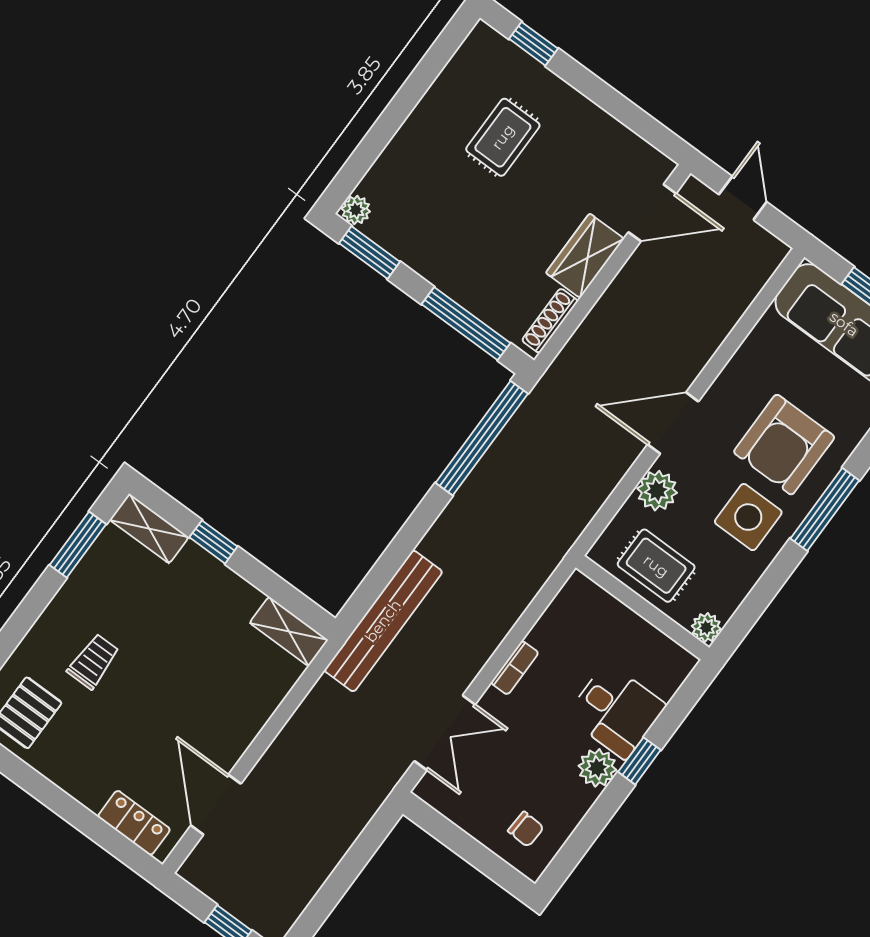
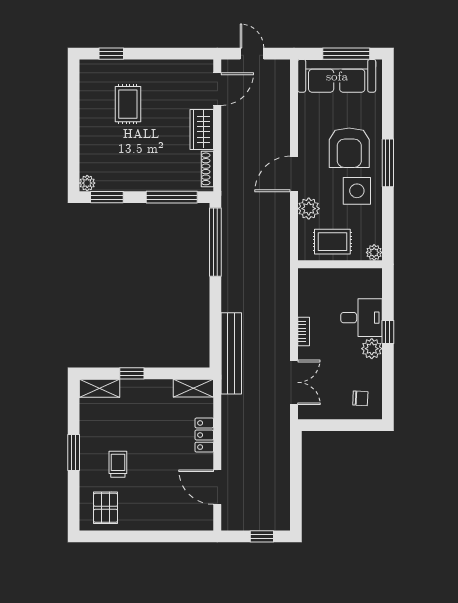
window: (78, 545) -> (74, 453), moved
locker: (134, 823) -> (204, 435), moved, turned -90

